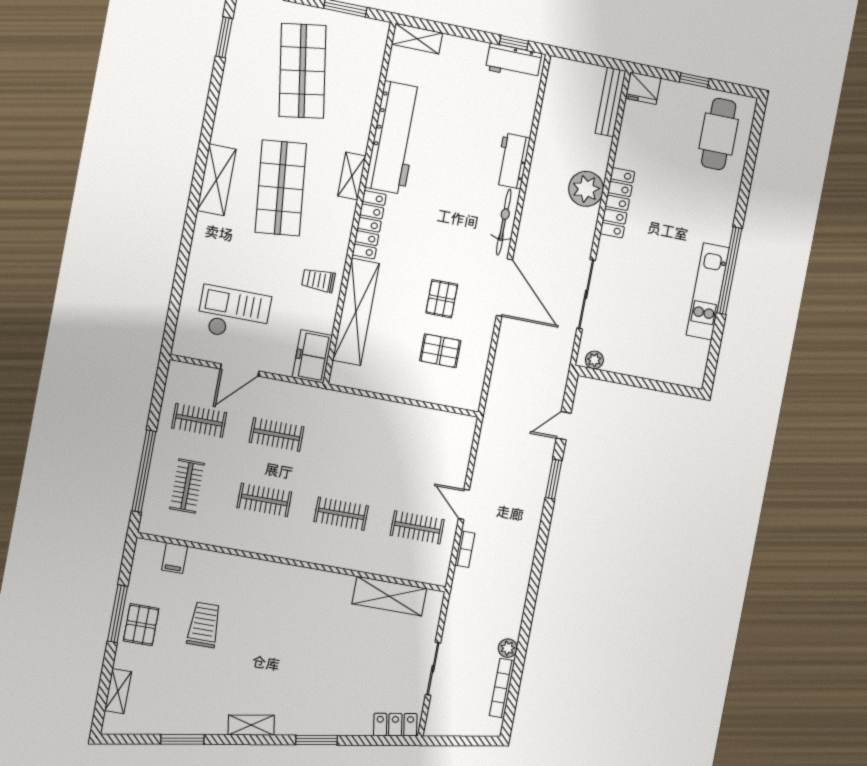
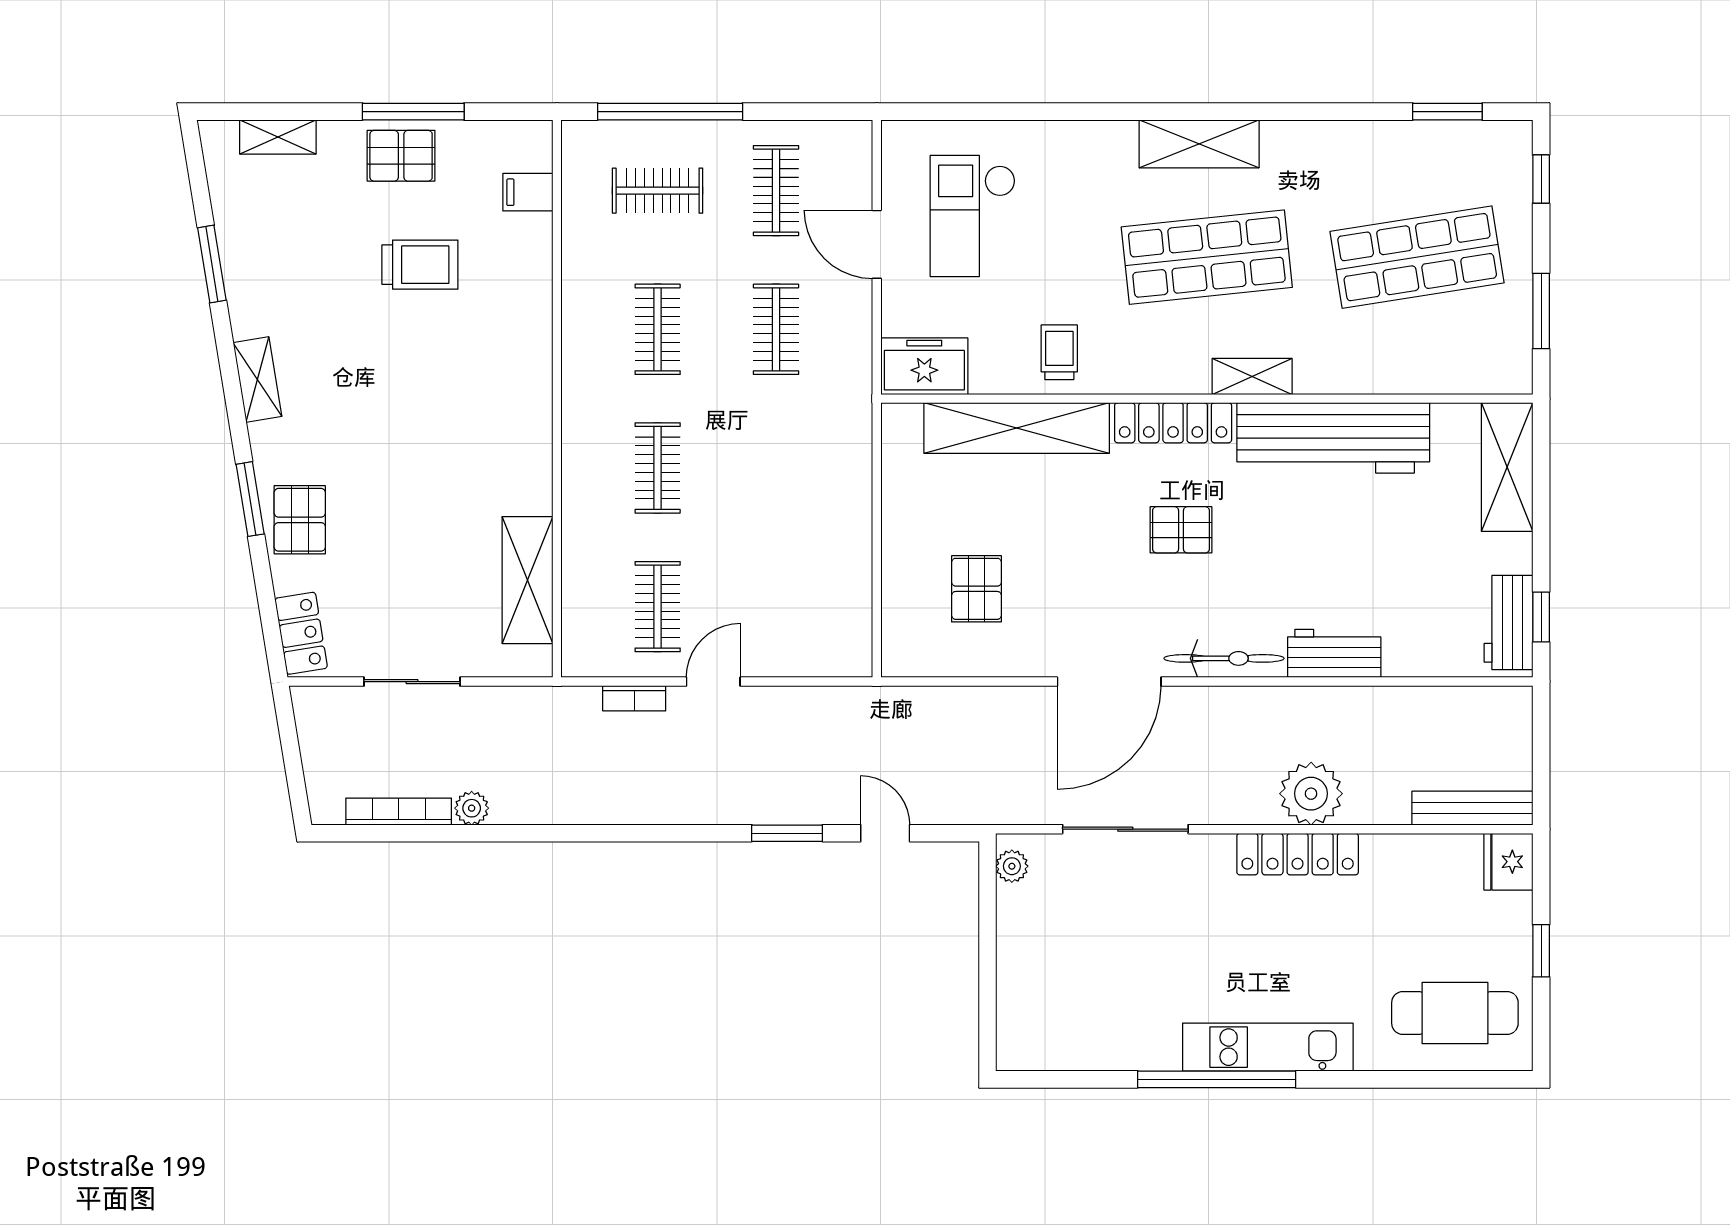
shelving: (417, 39) -> (1507, 467), width x1.50, depth x1.33
kitchen unit: (708, 291) -> (1268, 1047), moved
pallet: (442, 299) -> (1181, 530), moved
checkout: (234, 314) -> (973, 216), turned 180
pallet: (333, 715) -> (300, 520), added

